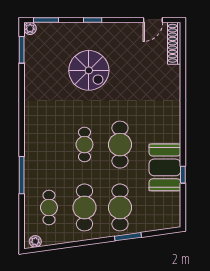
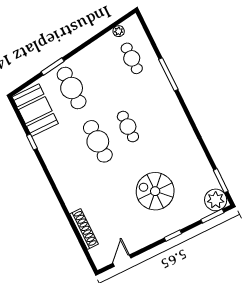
plant: (30, 28) -> (216, 200), width x1.88, depth x1.88
shoe rack: (174, 43) -> (84, 229), moved
booth: (165, 167) -> (35, 110), moved
cafe table: (84, 207) -> (102, 73), removed
plant: (35, 241) -> (119, 31), moved

